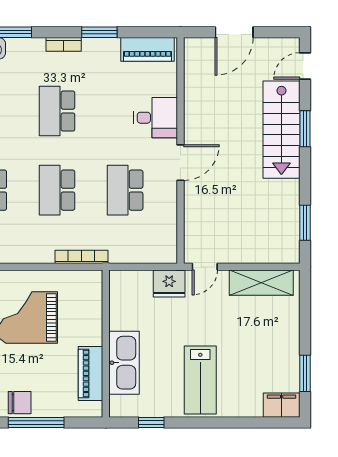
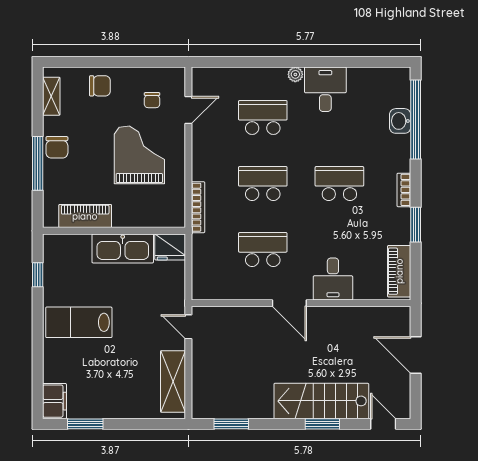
fridge: (169, 284) -> (170, 247), moved, turned -90
kitchen sink: (124, 363) -> (123, 248), moved

